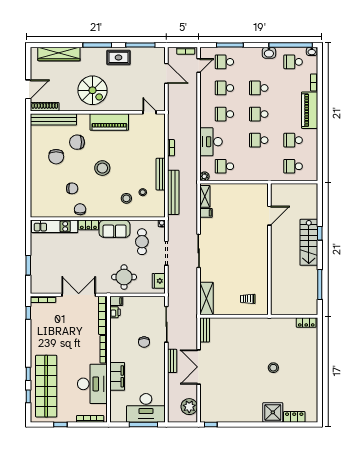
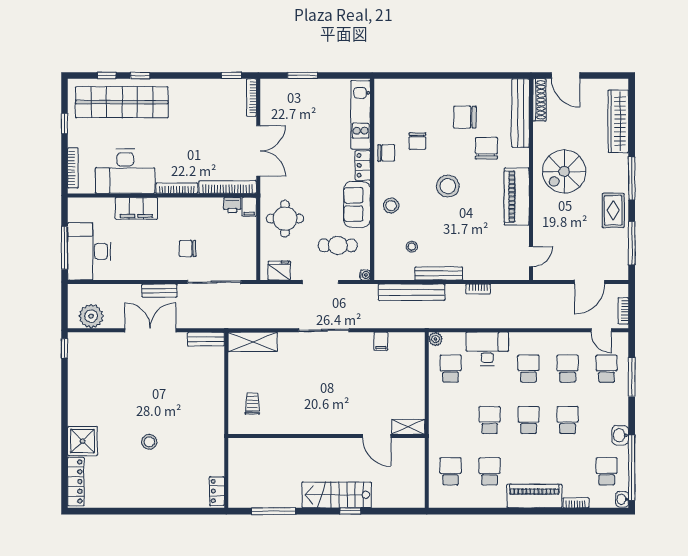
shelving: (205, 196) -> (408, 427), moved
stool: (126, 198) -> (391, 206), moved
locker: (294, 417) -> (76, 482), width x1.53

